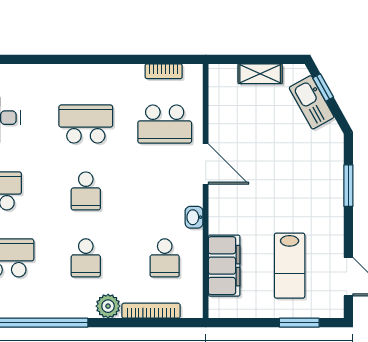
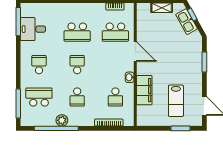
school desk: (86, 124) -> (77, 32), turned 180
school desk: (86, 191) -> (77, 65), turned 180
filing cabinet: (224, 266) -> (144, 90), moved
plant: (108, 306) -> (62, 120), moved

